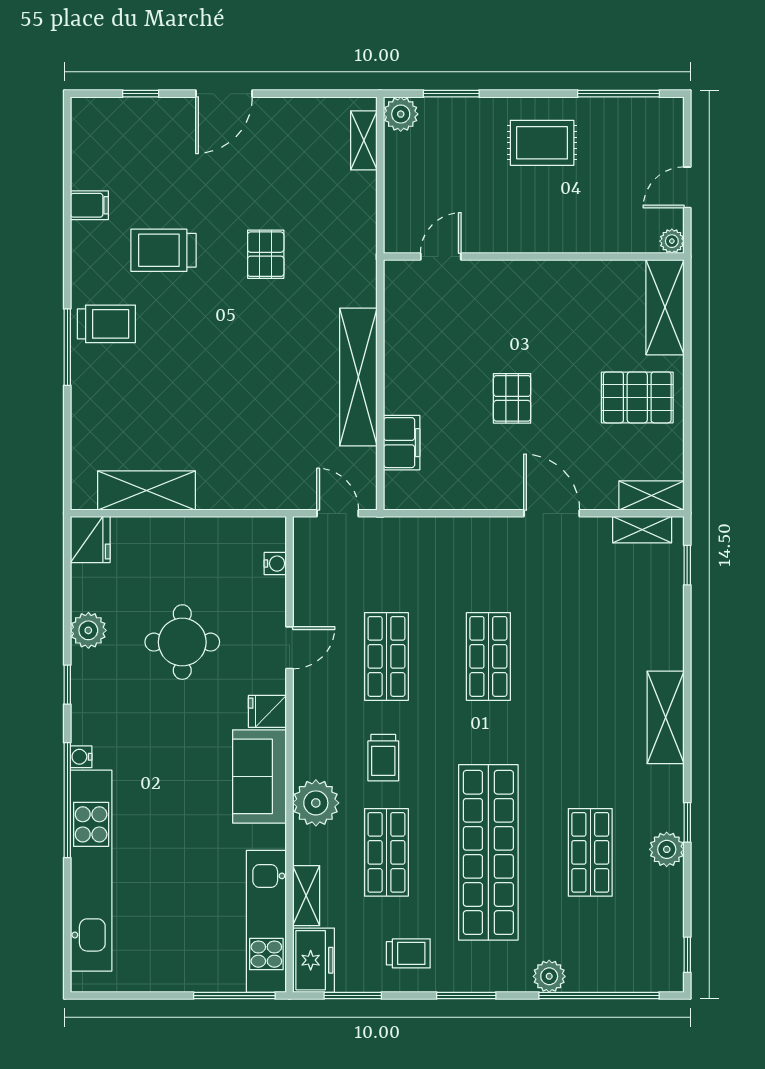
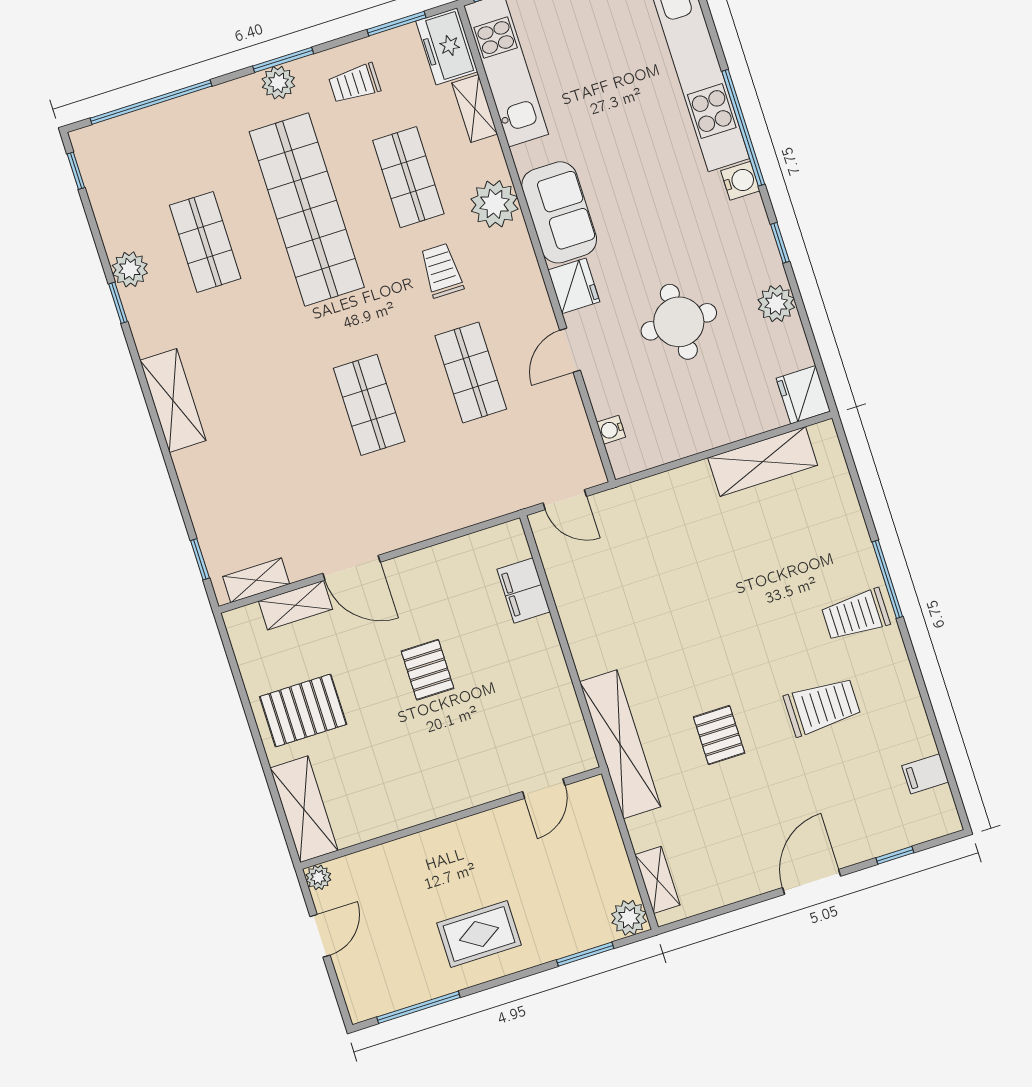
filing cabinet: (89, 205) -> (925, 774), moved
shelving: (358, 377) -> (620, 744), moved
shelving: (651, 495) -> (295, 605), moved
fridge: (267, 711) -> (574, 286), width x1.38
water cooler: (81, 757) -> (740, 181), width x1.38, depth x1.38
plant: (549, 976) -> (278, 83), moved

